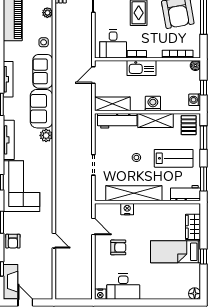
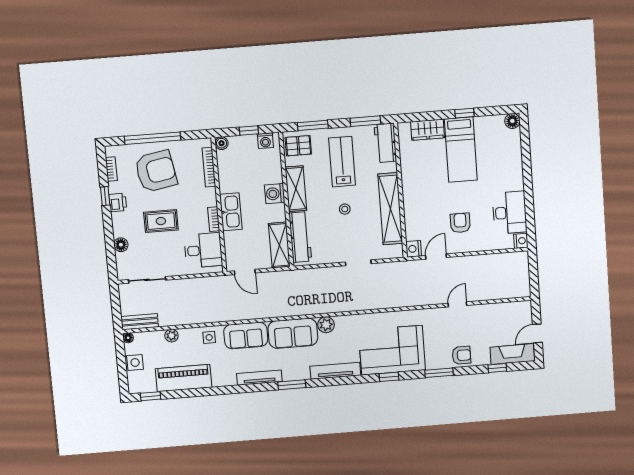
nightstand: (127, 209) -> (414, 249), moved

